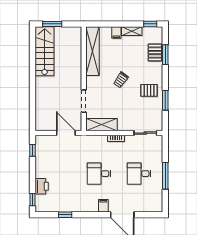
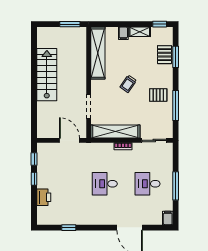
window: (52, 24) -> (70, 24), moved
stairs: (45, 51) -> (47, 75), moved
window: (165, 100) -> (176, 105), width x1.44
shelving: (101, 125) -> (115, 132), width x1.47
window: (33, 200) -> (34, 179), moved
filing cabinet: (103, 206) -> (168, 218), moved

